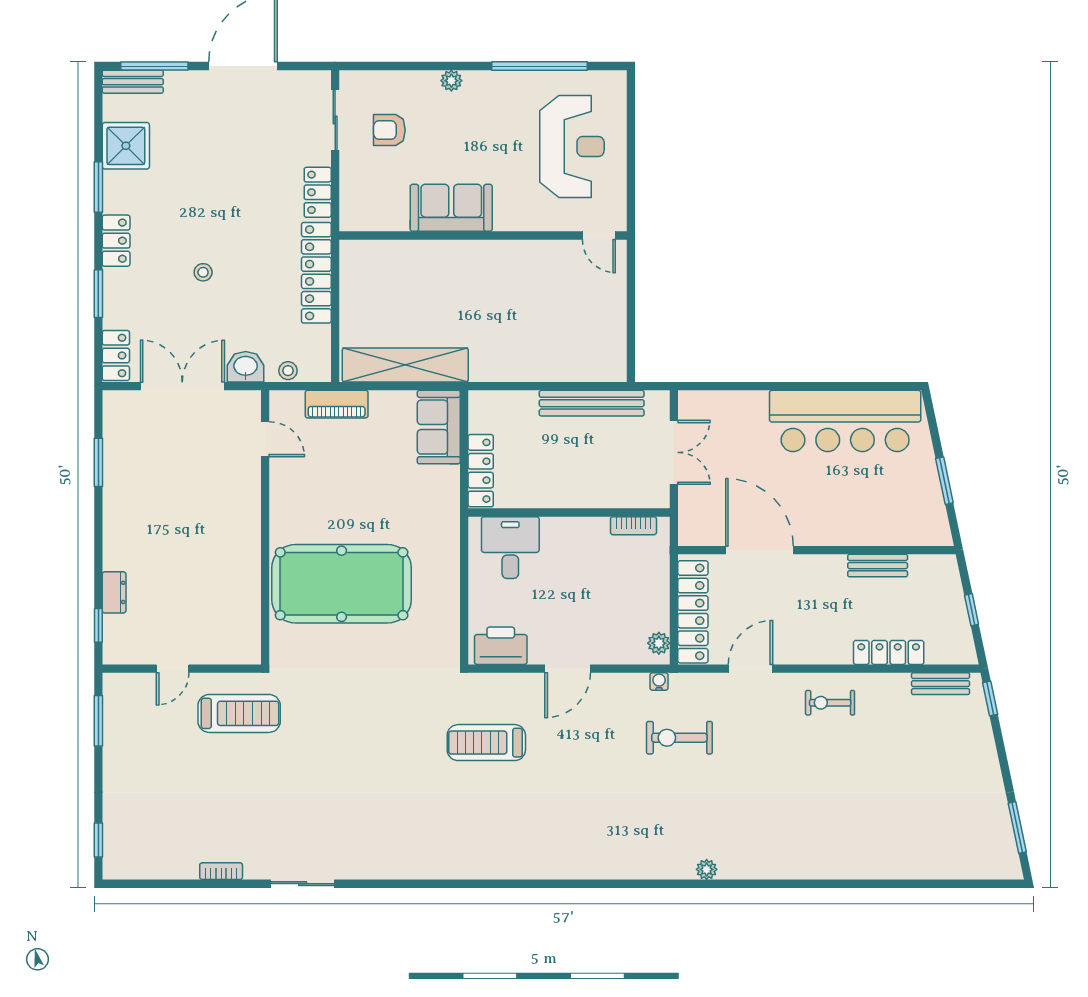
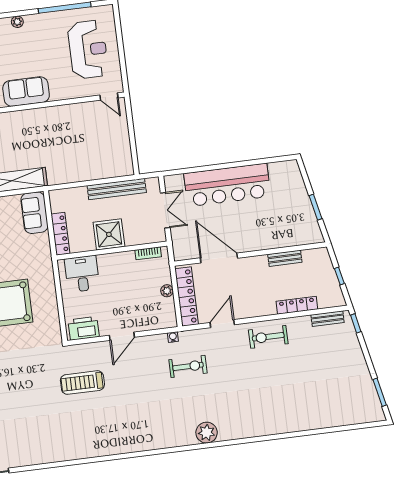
bar counter: (845, 421) -> (227, 185), moved
shower: (567, 483) -> (109, 234), added
plant: (659, 643) -> (167, 291), moved
exercise bike: (830, 703) -> (268, 337), width x1.38, depth x1.39
exercise bike: (679, 738) -> (188, 366), turned 180
plant: (707, 869) -> (207, 433), width x1.88, depth x1.88

